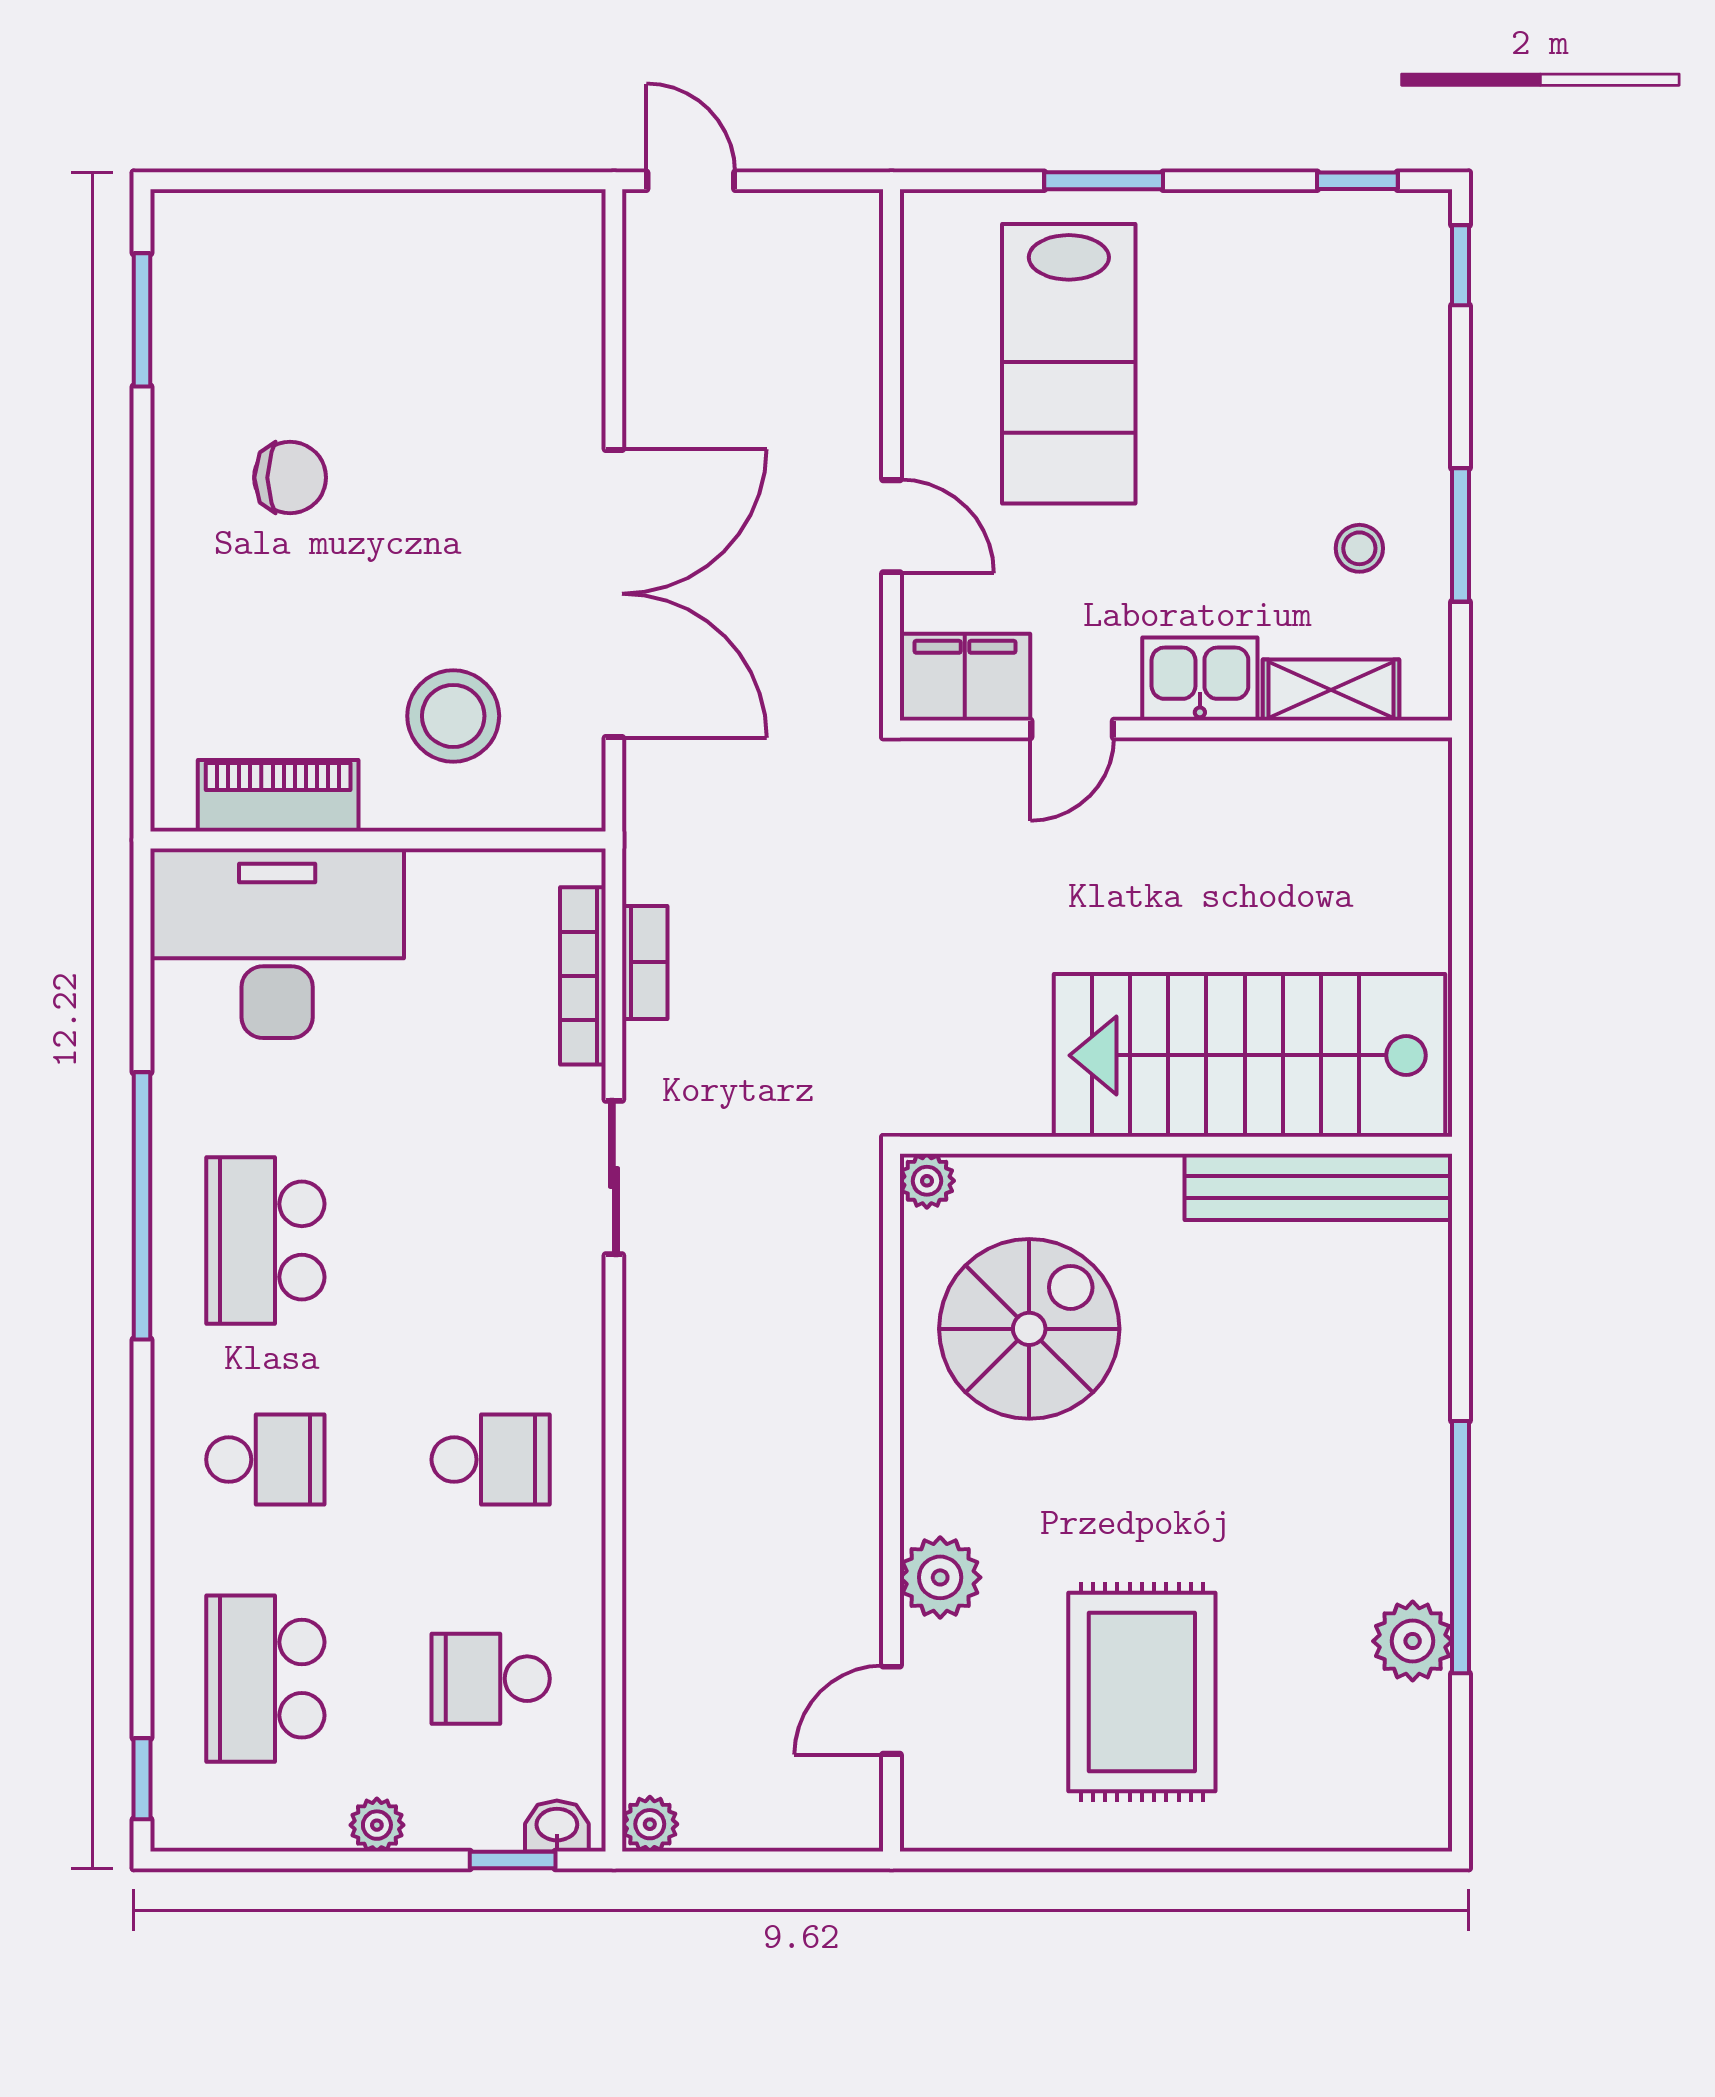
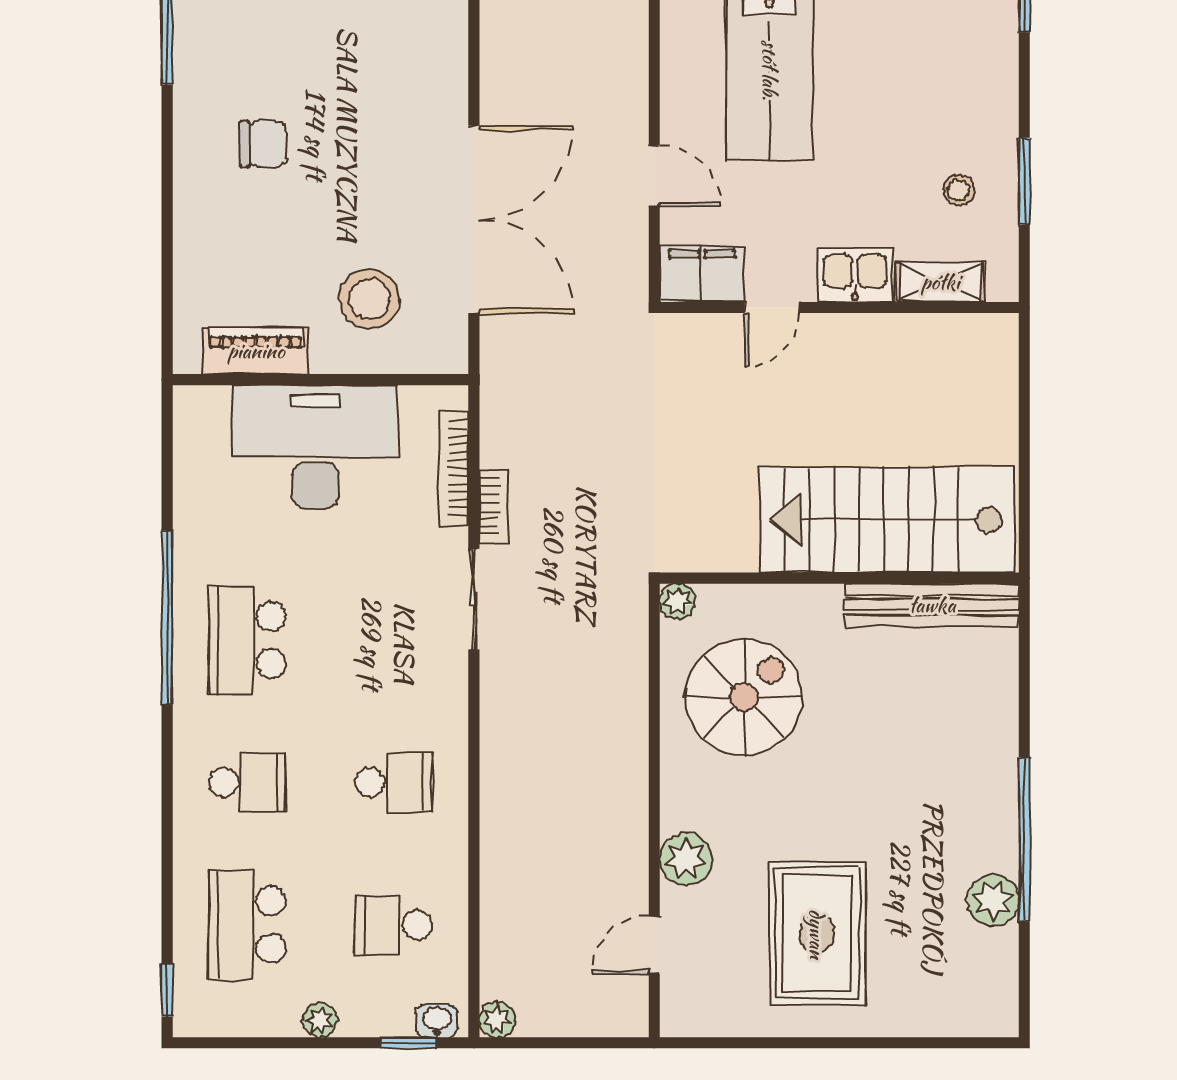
desk: (277, 943) -> (315, 447), moved
bookcase: (645, 962) -> (494, 506), moved

